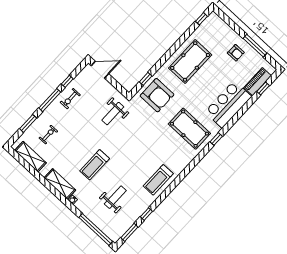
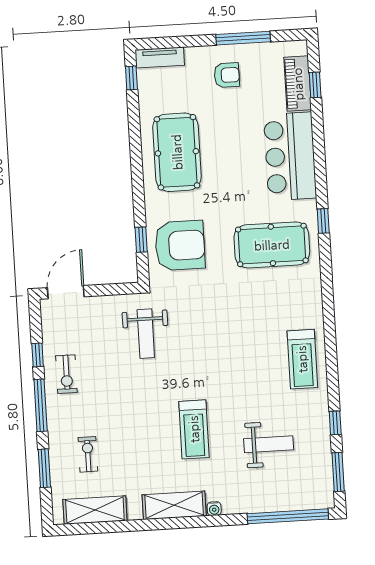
tv unit: (219, 22) -> (160, 58), added
weight bench: (115, 197) -> (269, 444), turned 90

